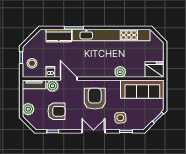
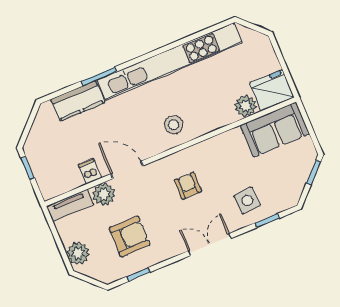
stool: (32, 63) -> (174, 125), moved
plant: (120, 72) -> (246, 106), moved
sofa: (142, 89) -> (275, 130), width x0.73
armchair: (95, 99) -> (188, 186), width x0.53, depth x0.53

